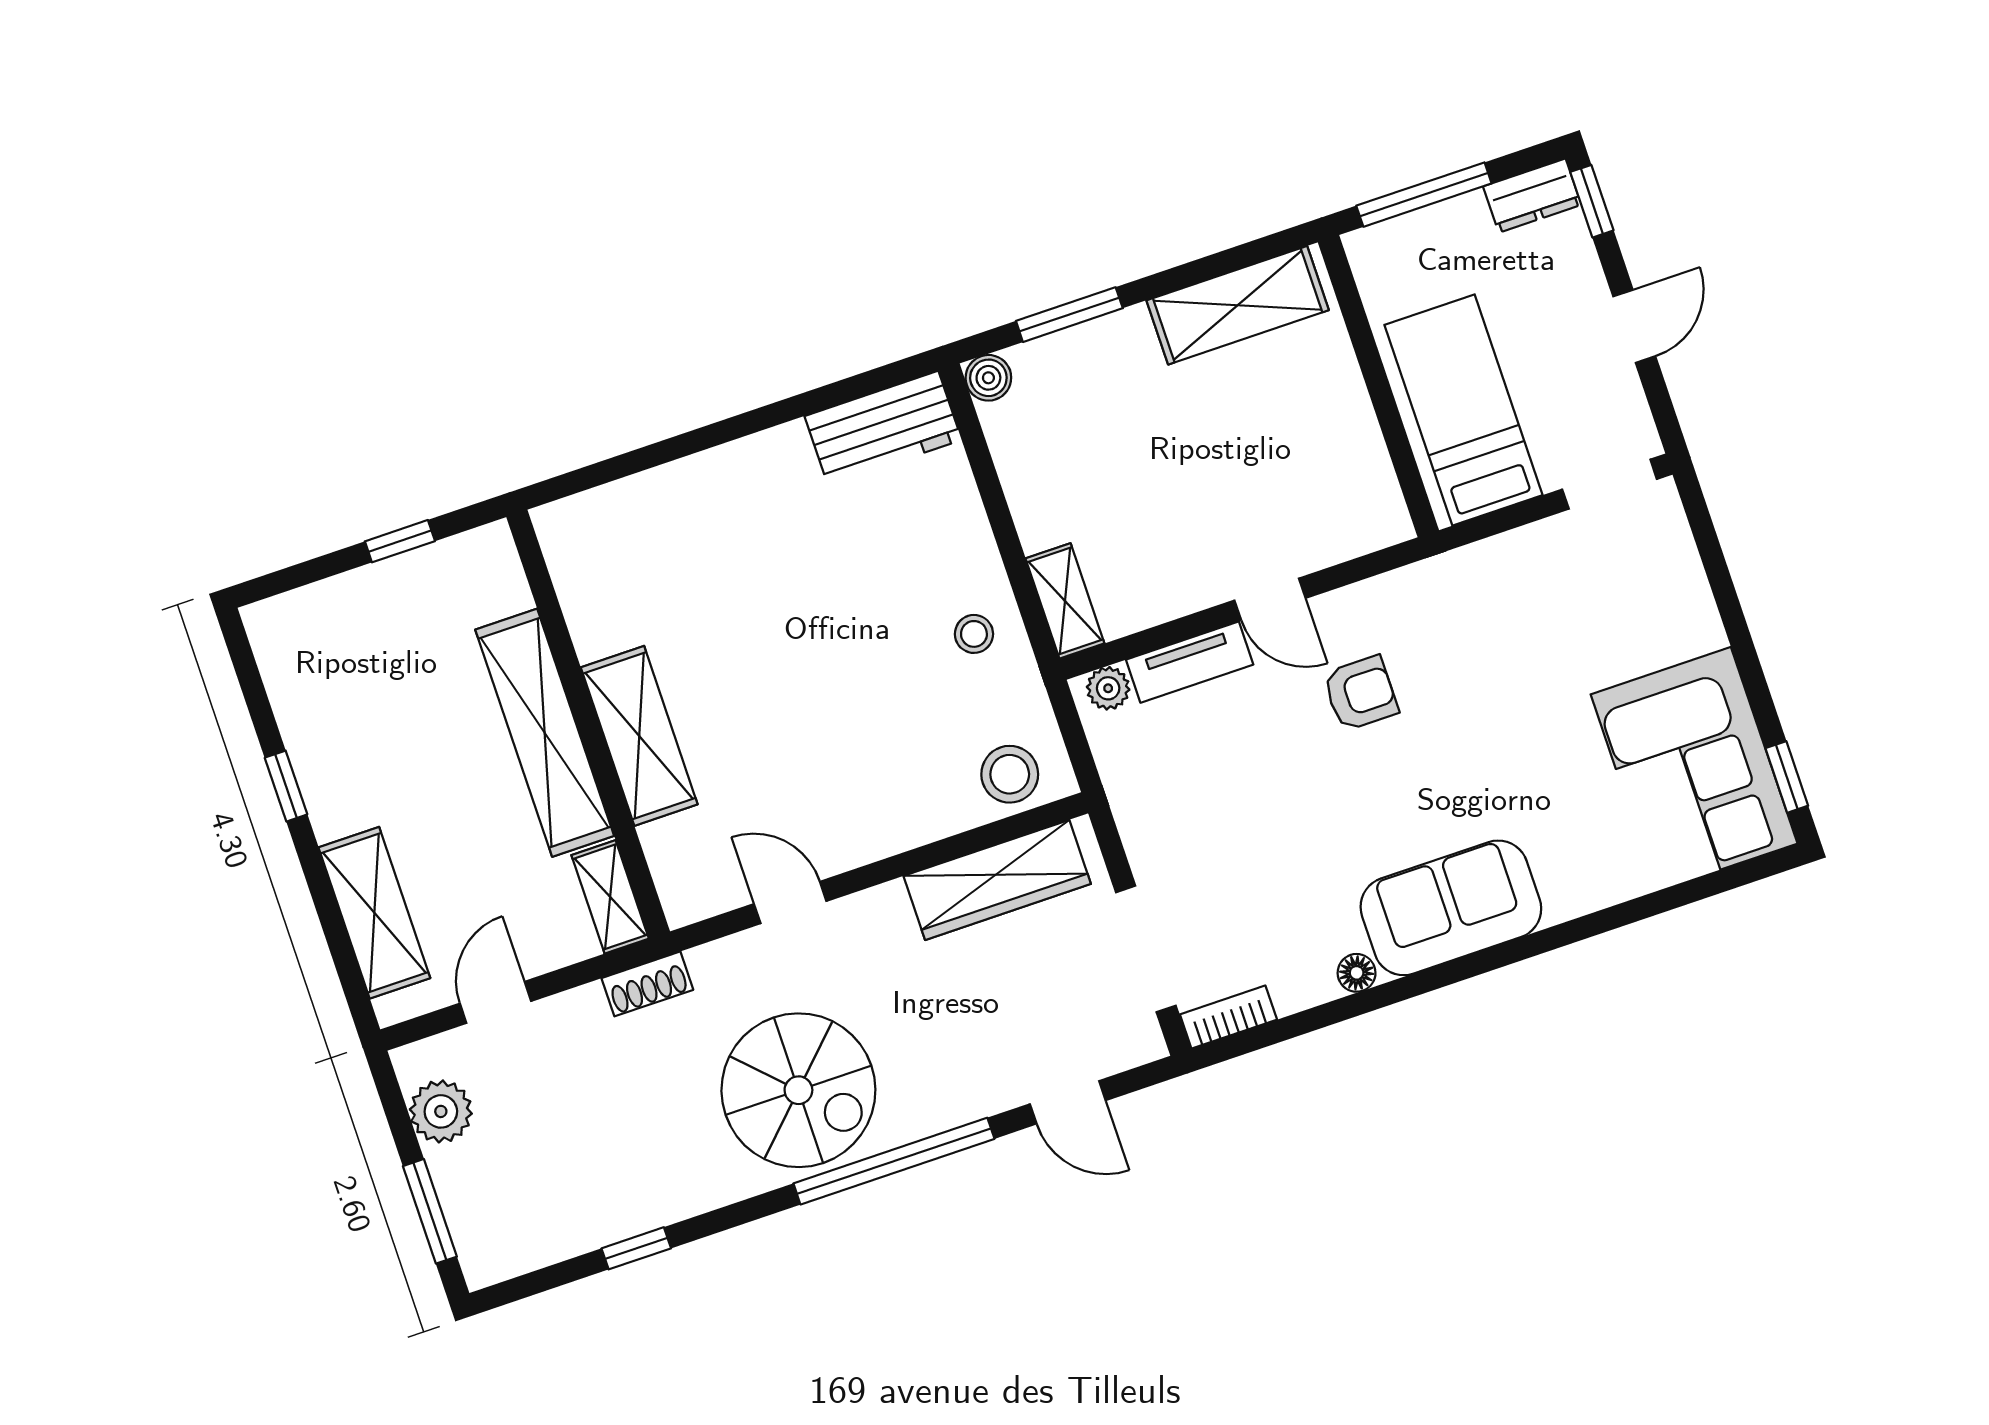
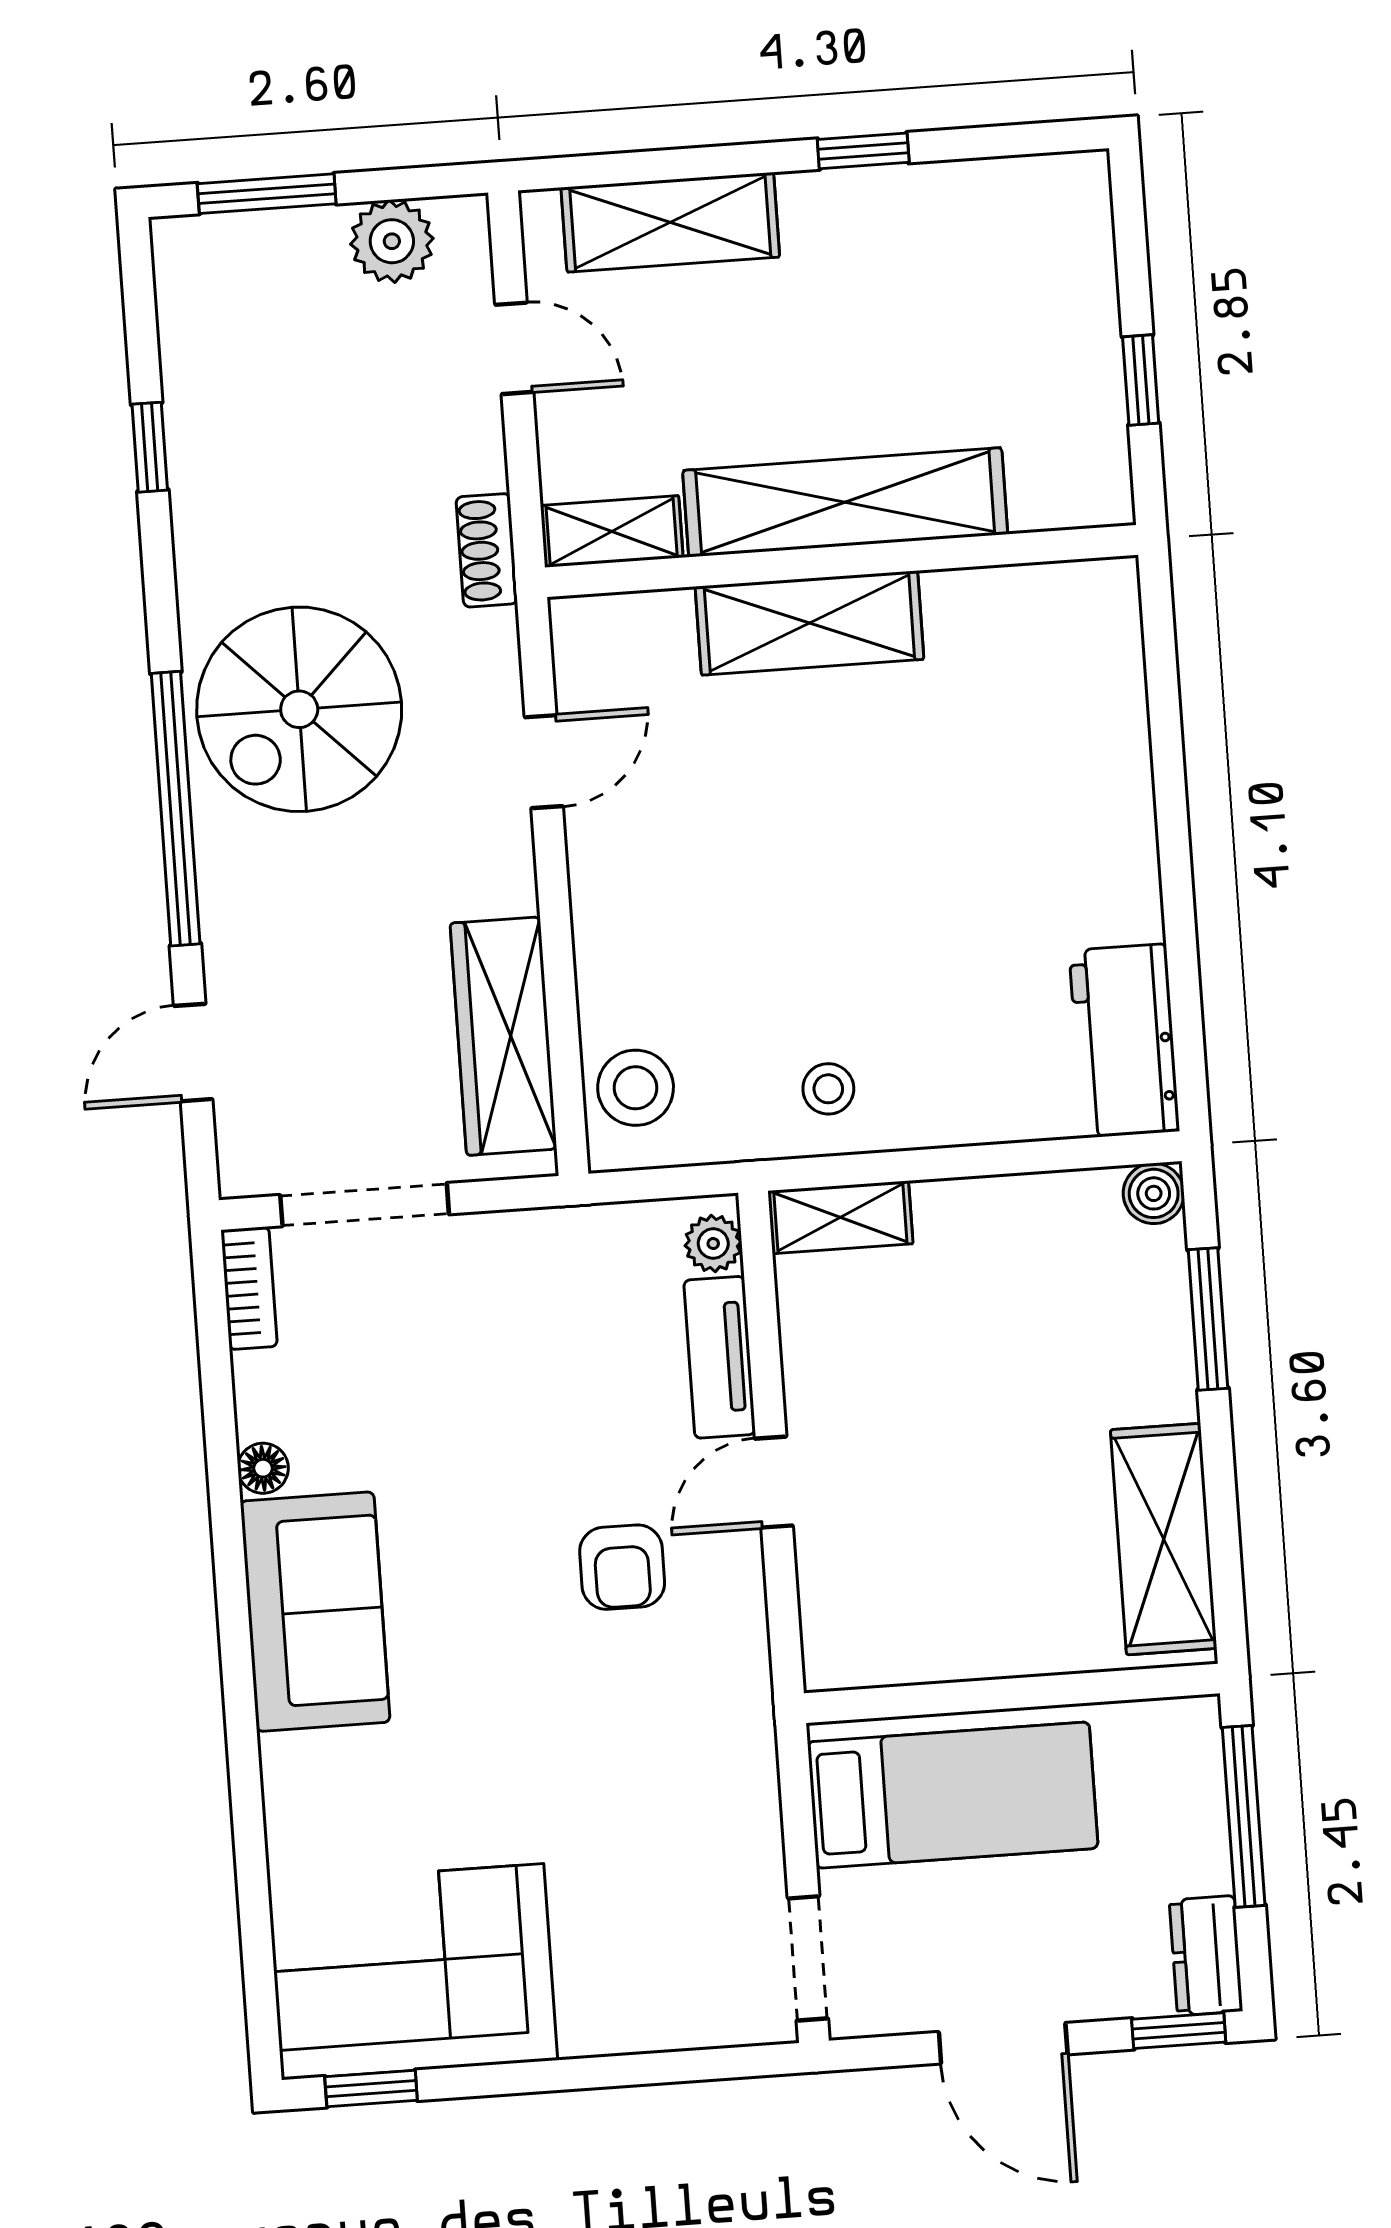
door: (1634, 326) -> (1003, 2043), width x1.38

